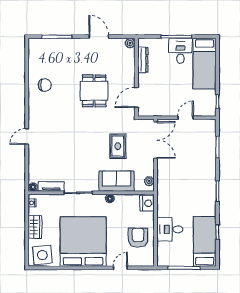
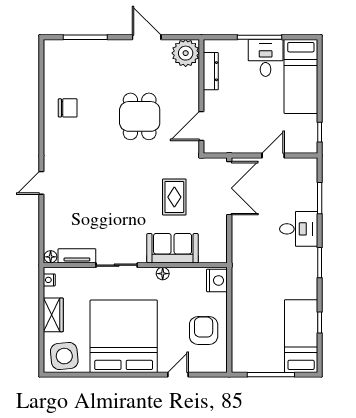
plant: (130, 43) -> (186, 53), width x1.88, depth x1.88
plant: (149, 181) -> (220, 248), removed
desk: (170, 229) -> (299, 229), moved, turned 180

